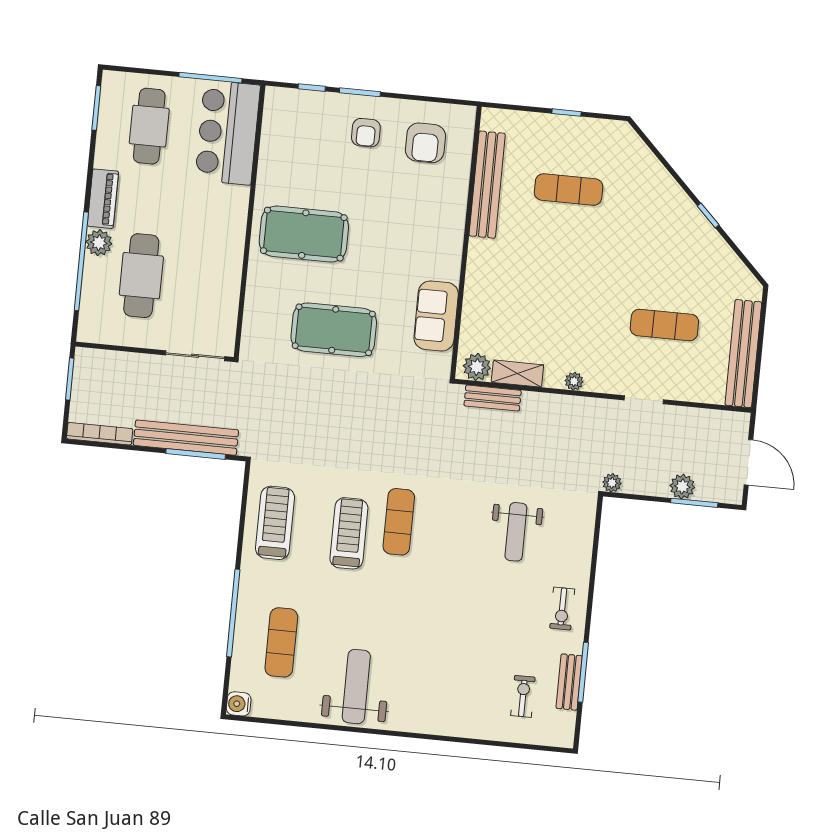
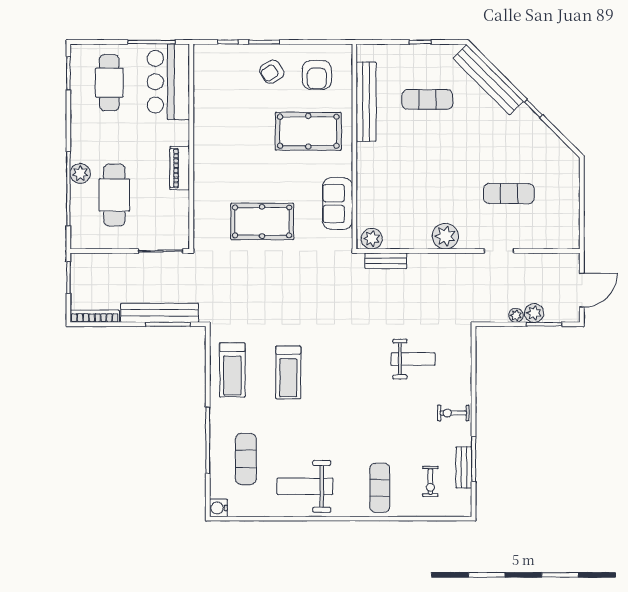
armchair: (366, 133) -> (272, 72), turned 58
piano: (103, 199) -> (180, 168), moved, turned 180
pool table: (304, 234) -> (308, 131), moved
bench: (743, 354) -> (488, 80), moved, turned -45
shelving: (517, 374) -> (403, 241), removed
plant: (574, 381) -> (445, 236), width x1.88, depth x1.88
door: (748, 462) -> (582, 290), hinge flipped
plant: (612, 483) -> (516, 315), moved
exercise mat: (399, 522) -> (380, 488), moved
treadmill: (275, 523) -> (232, 370), turned 180
weight bench: (516, 532) -> (413, 359), turned -90
treadmill: (349, 533) -> (288, 372), turned 180
exercise bike: (562, 609) -> (453, 413), turned 90
weight bench: (356, 687) -> (305, 486), turned -90
exercise bike: (523, 696) -> (430, 481), turned 180

